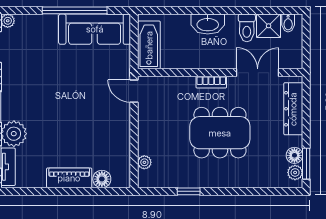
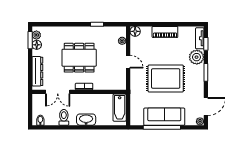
shower: (269, 26) -> (51, 119), removed
sofa: (95, 29) -> (164, 117), moved
door: (134, 91) -> (128, 62), moved
rug: (68, 96) -> (166, 79), added
floor lamp: (102, 179) -> (135, 31), moved

